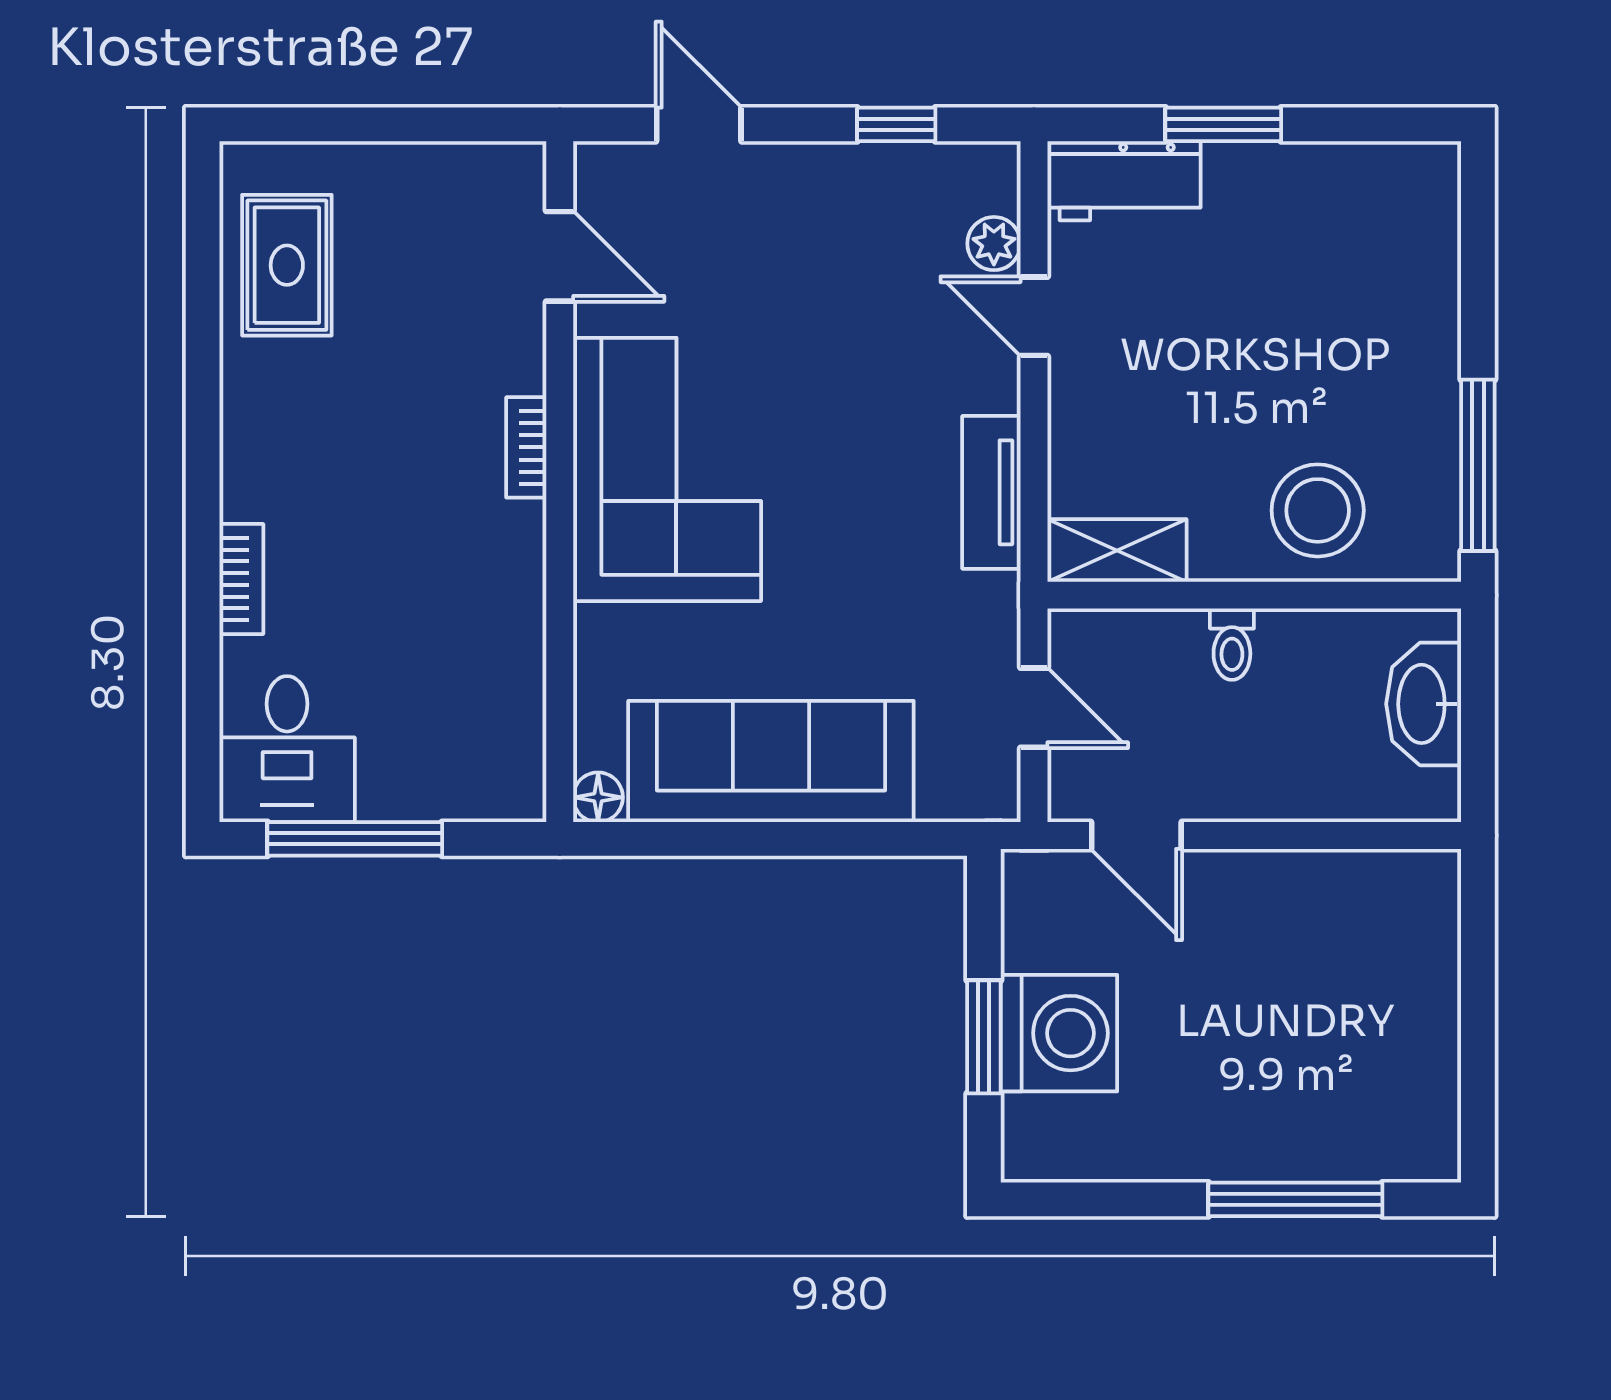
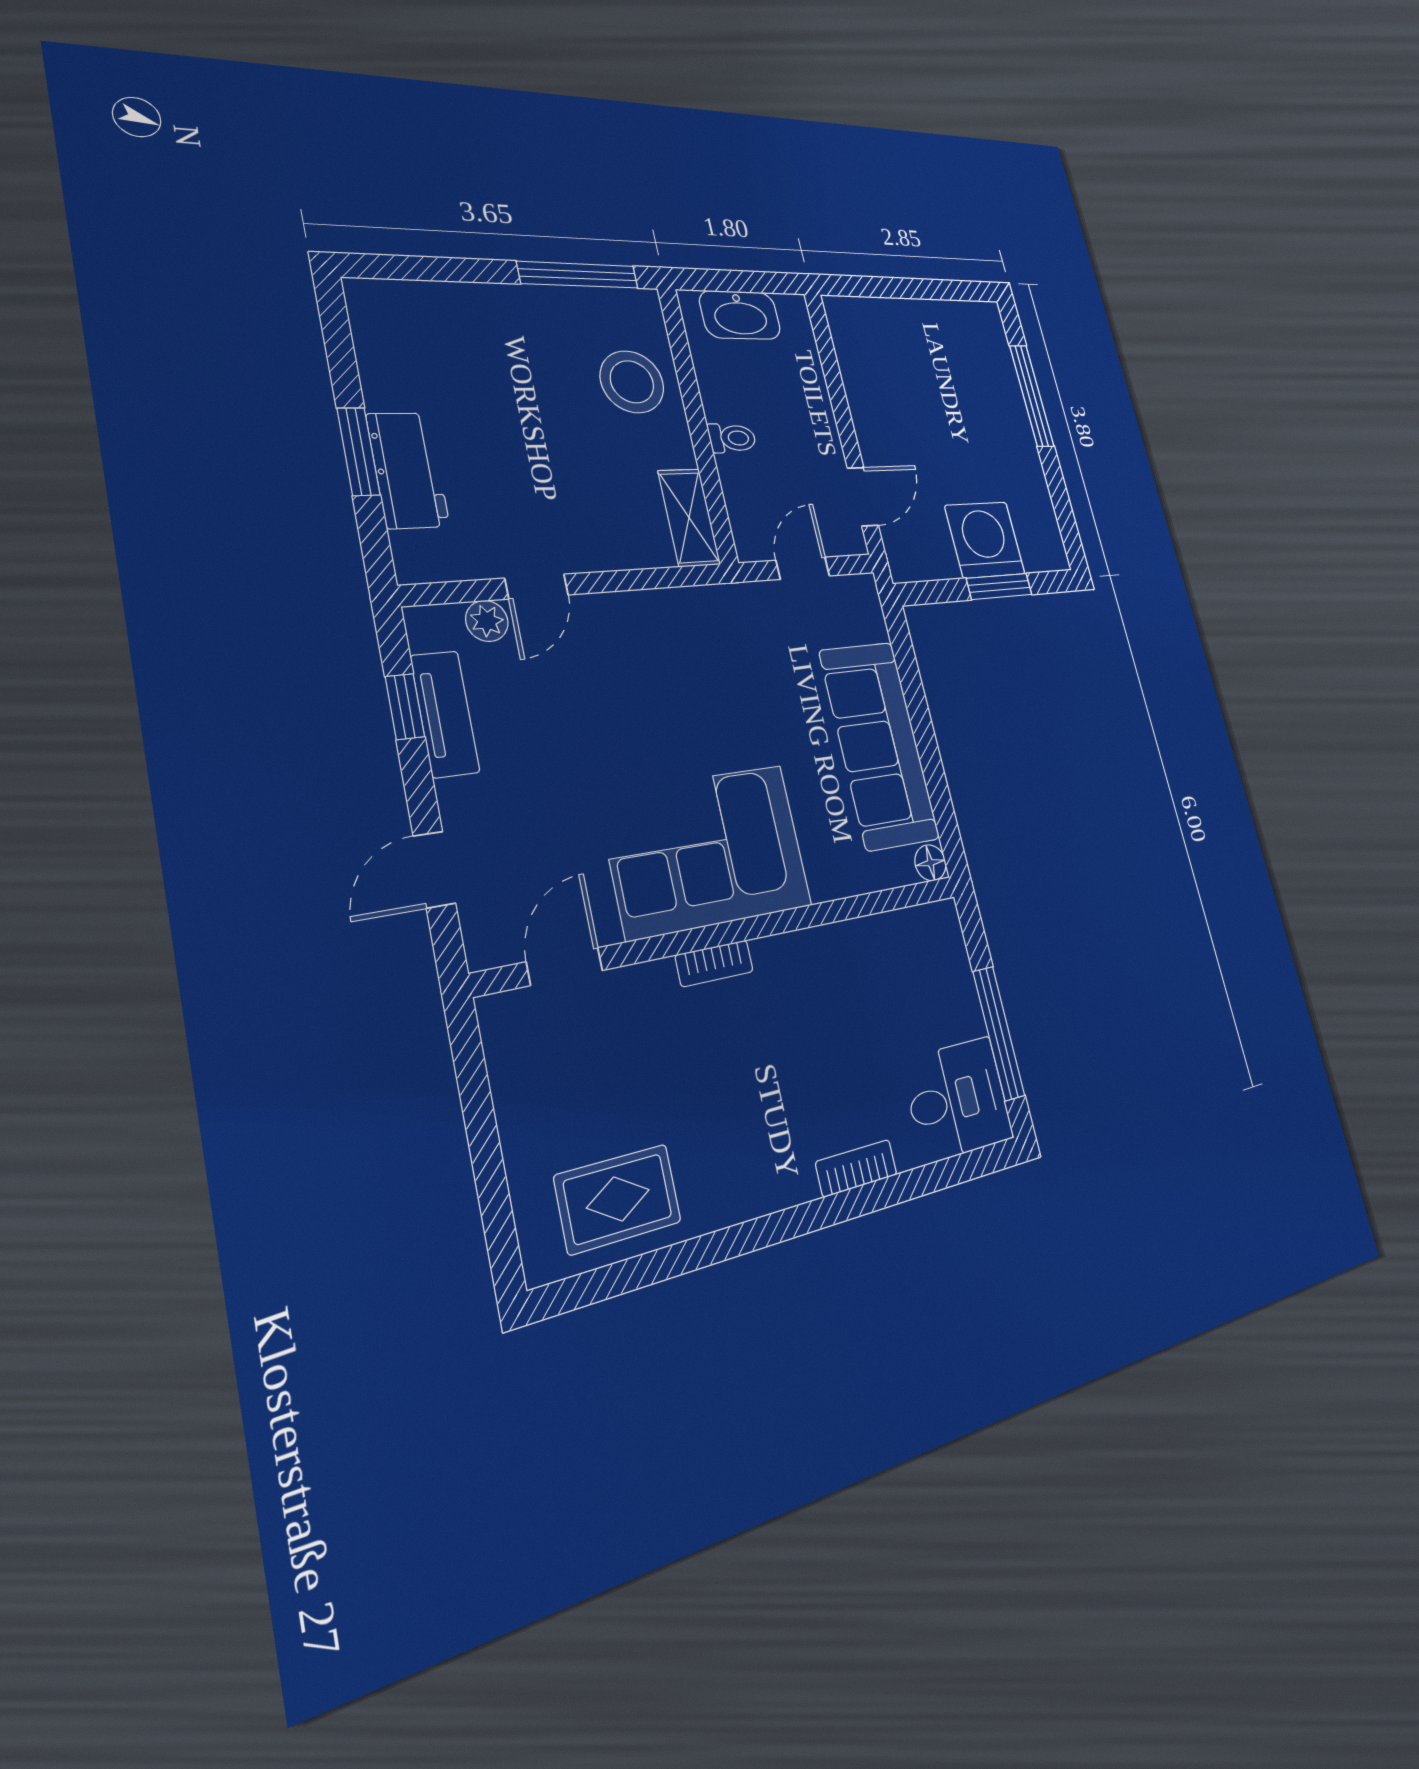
workbench: (1124, 181) -> (408, 470), moved
tv unit: (991, 492) -> (445, 714), moved, turned -90

